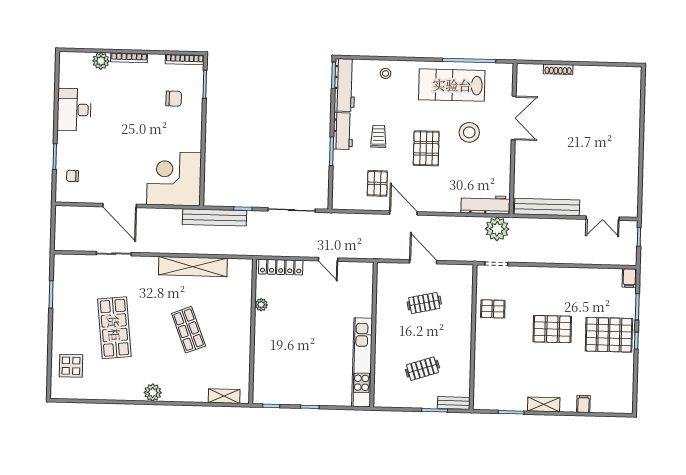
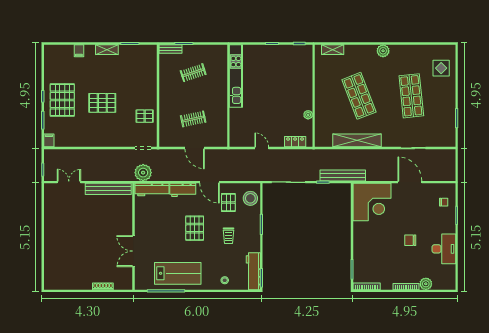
chair: (174, 99) -> (410, 240), moved
workbench: (343, 131) -> (183, 190), moved, turned -90
stool: (469, 132) -> (250, 198), moved
locker: (281, 267) -> (295, 142), width x0.66
shop shelf: (189, 330) -> (359, 96), width x1.43, depth x1.36
pallet: (609, 335) -> (62, 100), turned 90

